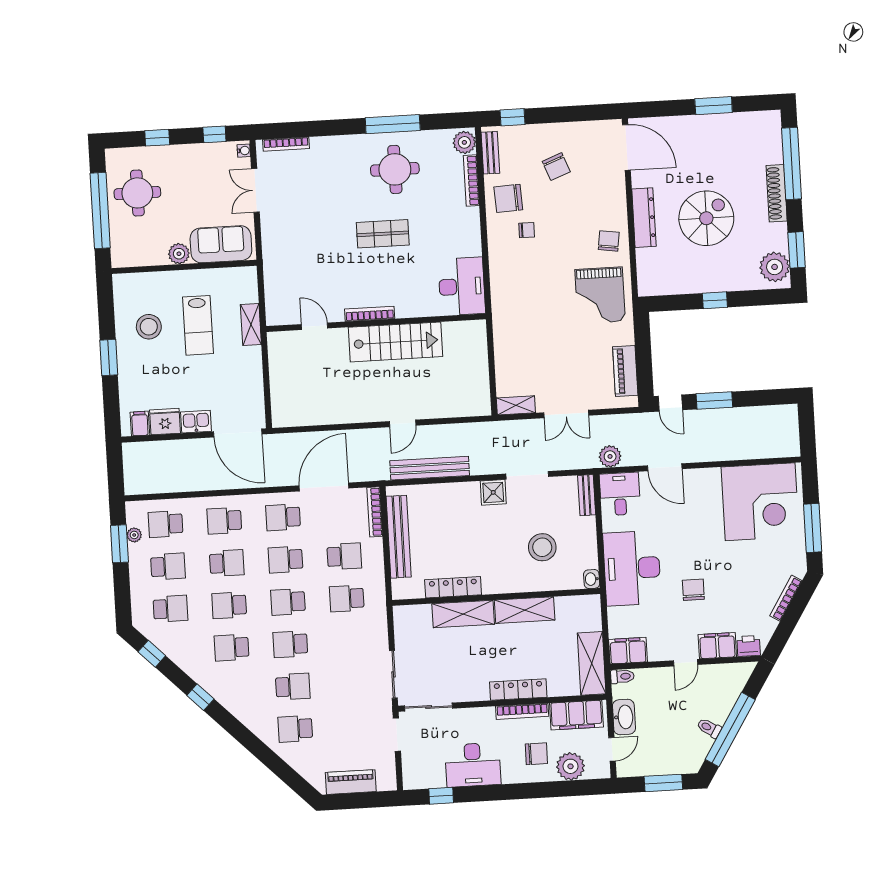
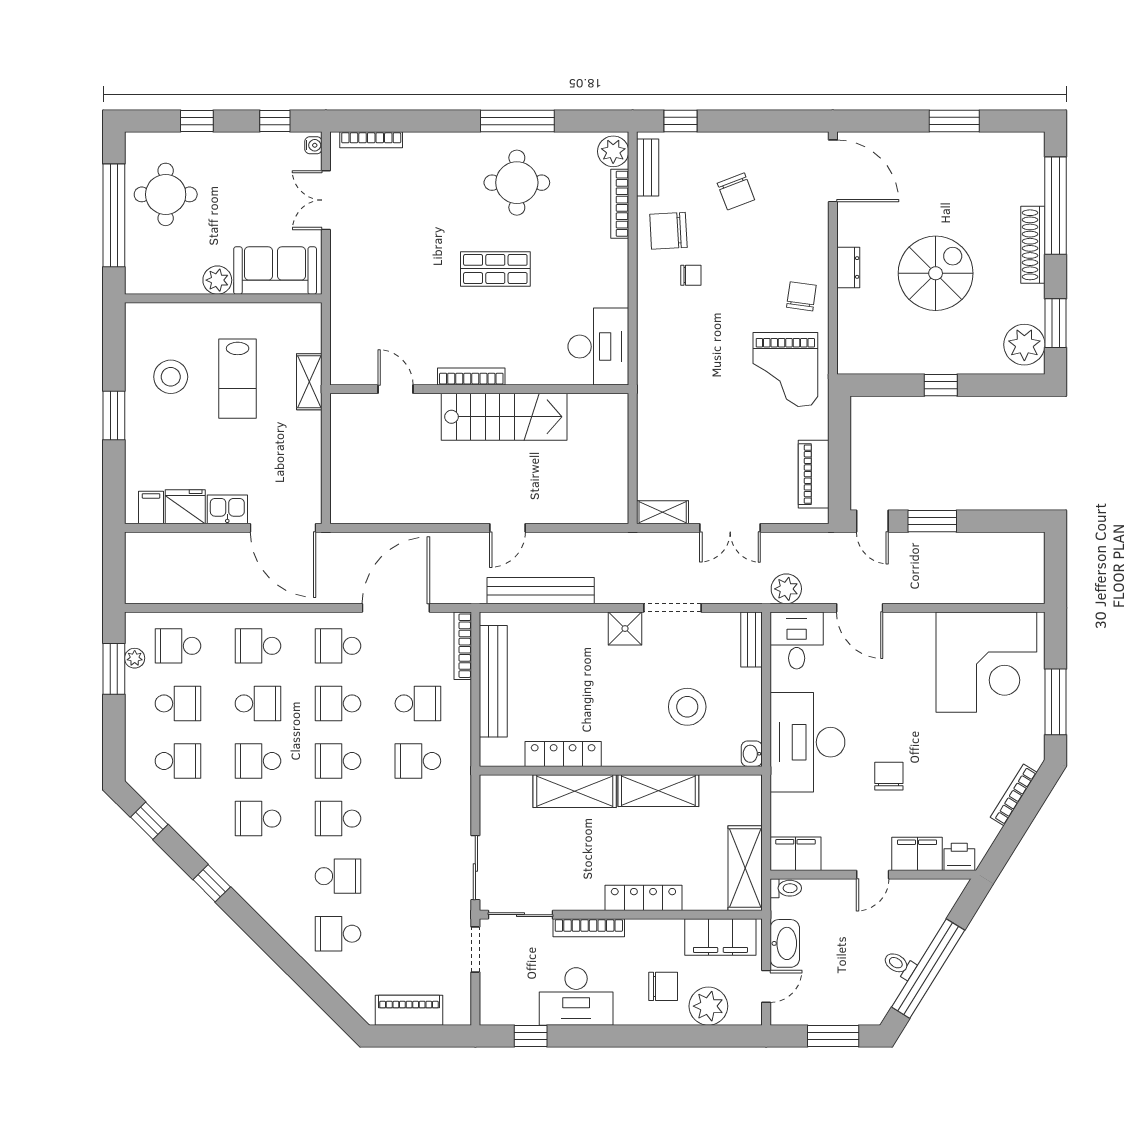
dresser: (644, 218) -> (848, 267), width x0.51, depth x0.80
bookcase: (522, 711) -> (589, 928), moved

